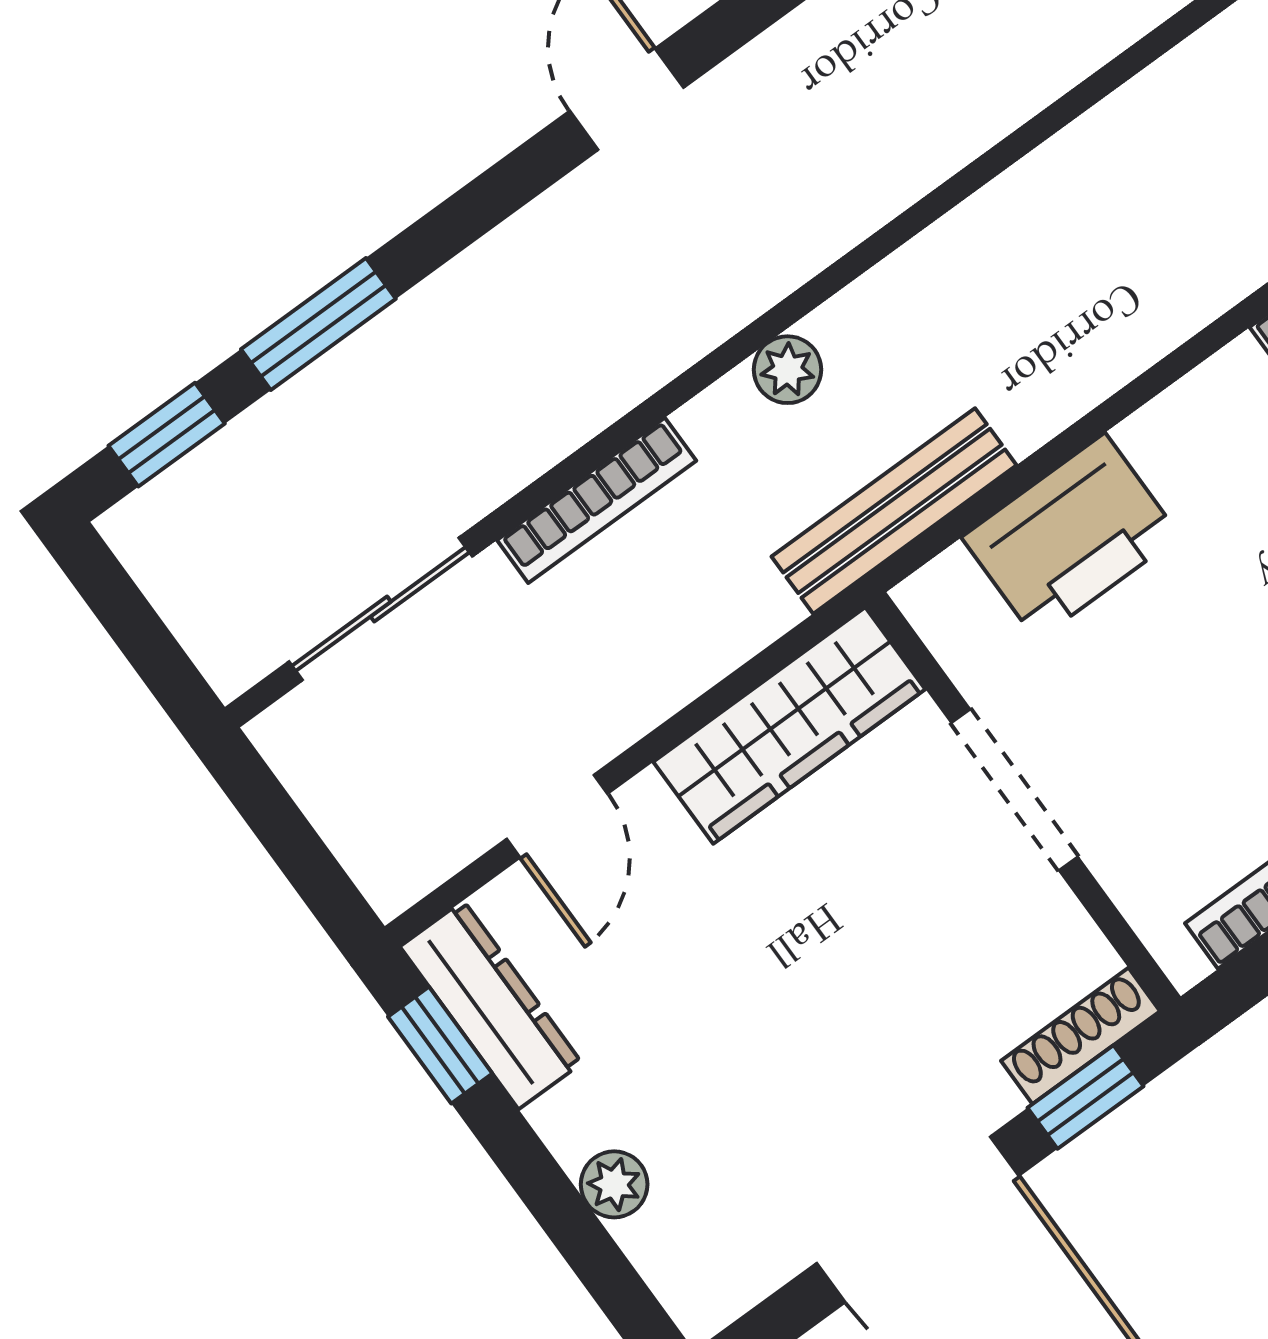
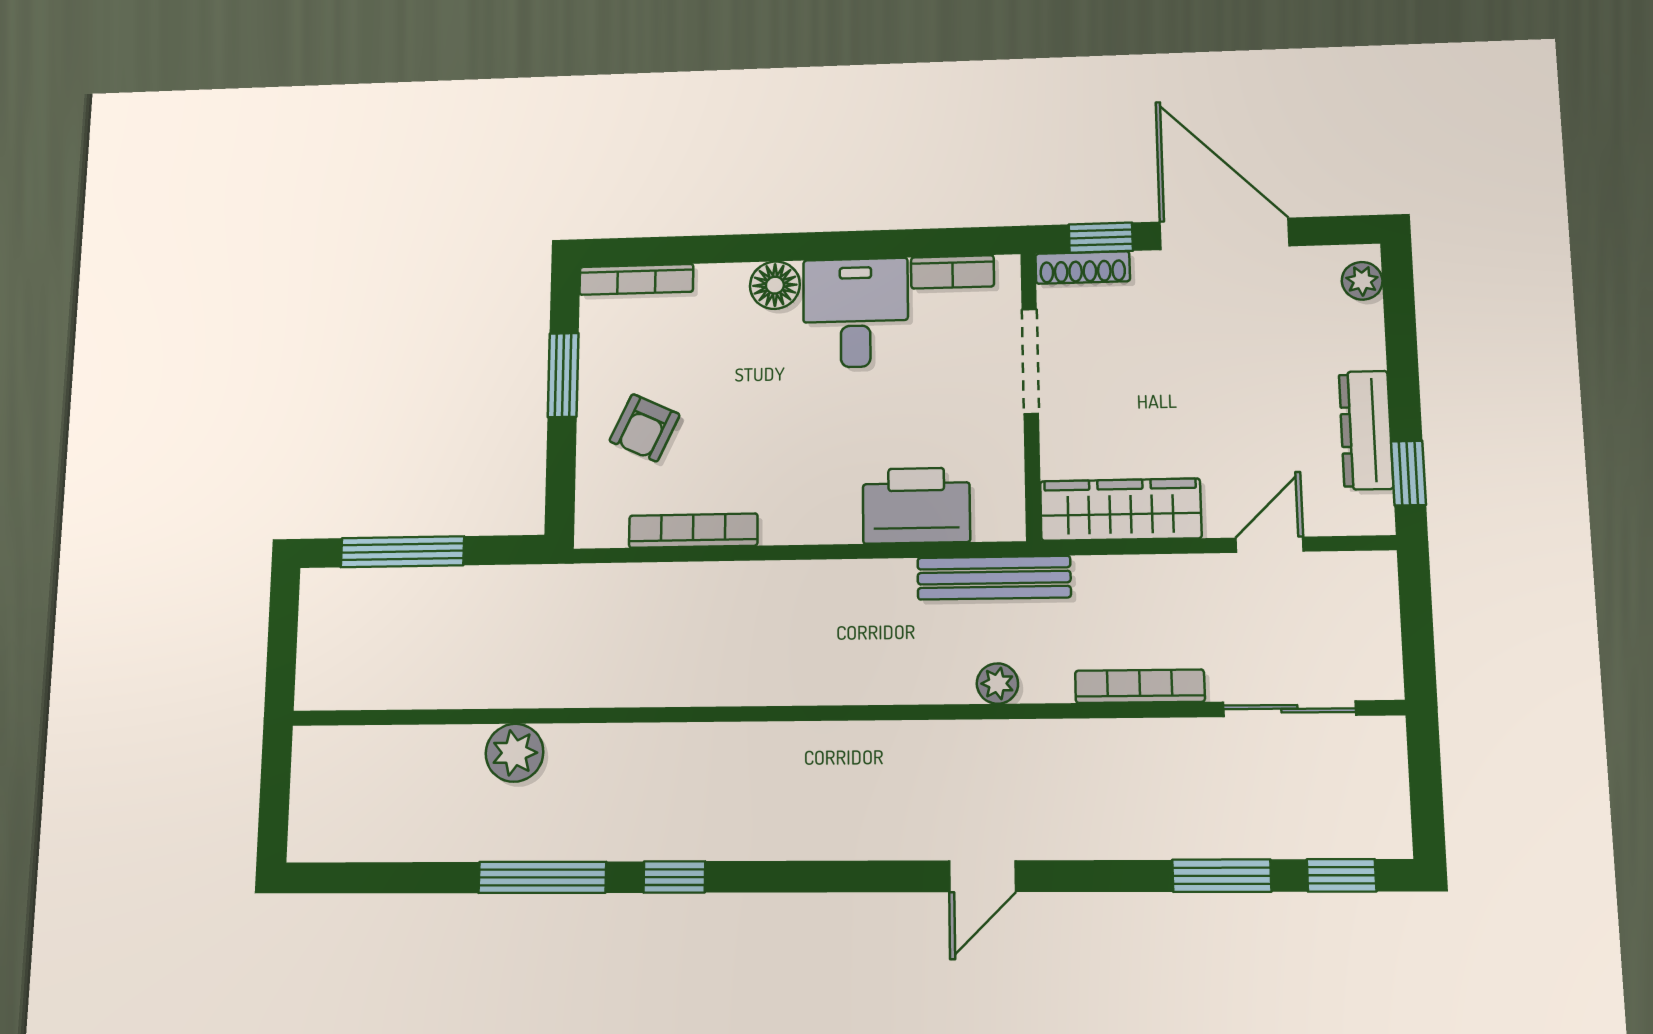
doorway: (1014, 790) -> (1030, 361), moved
dresser: (491, 1005) -> (1366, 430), moved
plant: (614, 1184) -> (1362, 281), moved

